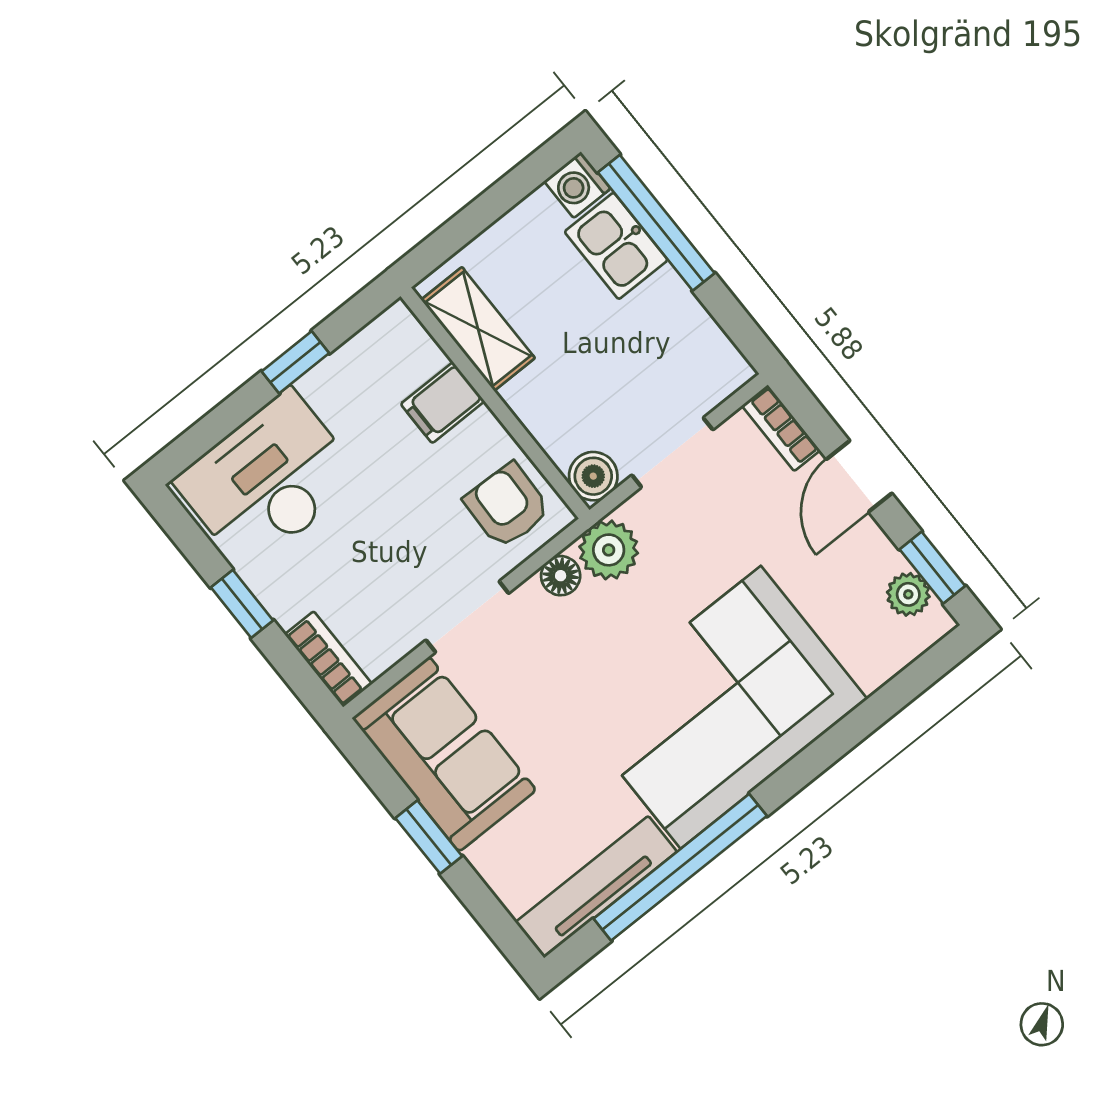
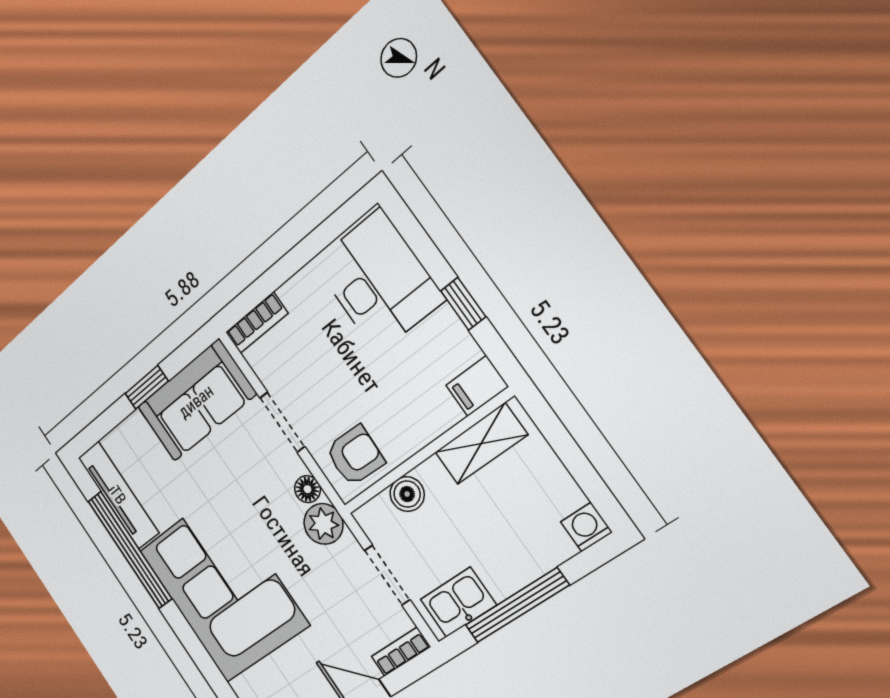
window: (656, 223) -> (517, 605), moved
kitchen sink: (616, 246) -> (458, 602), moved
filing cabinet: (443, 403) -> (477, 386), moved, turned -90
boiler: (593, 476) -> (407, 494), moved
window: (242, 604) -> (294, 261), removed

